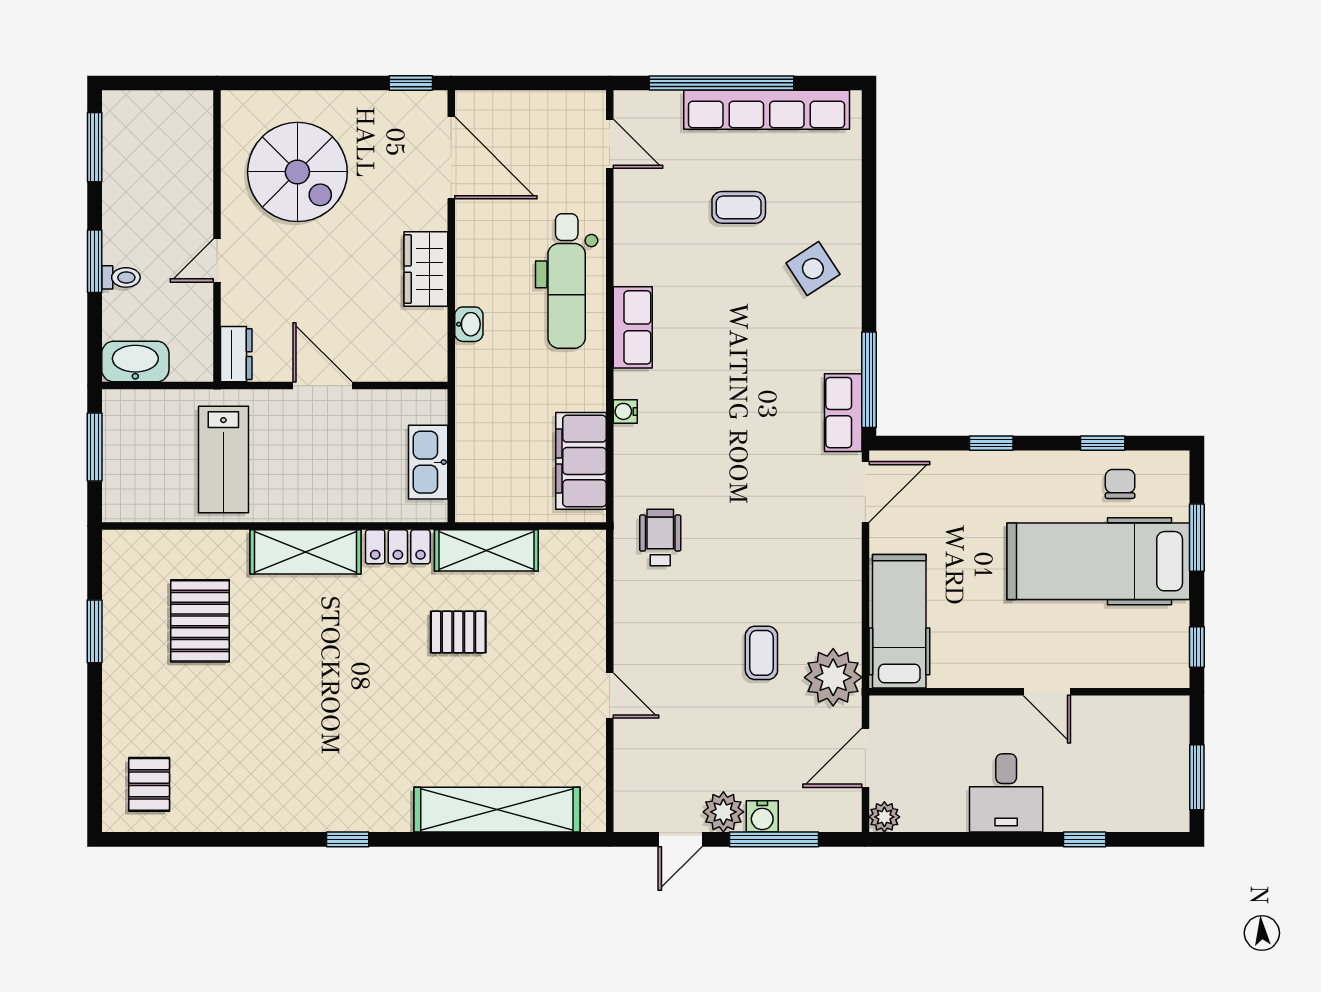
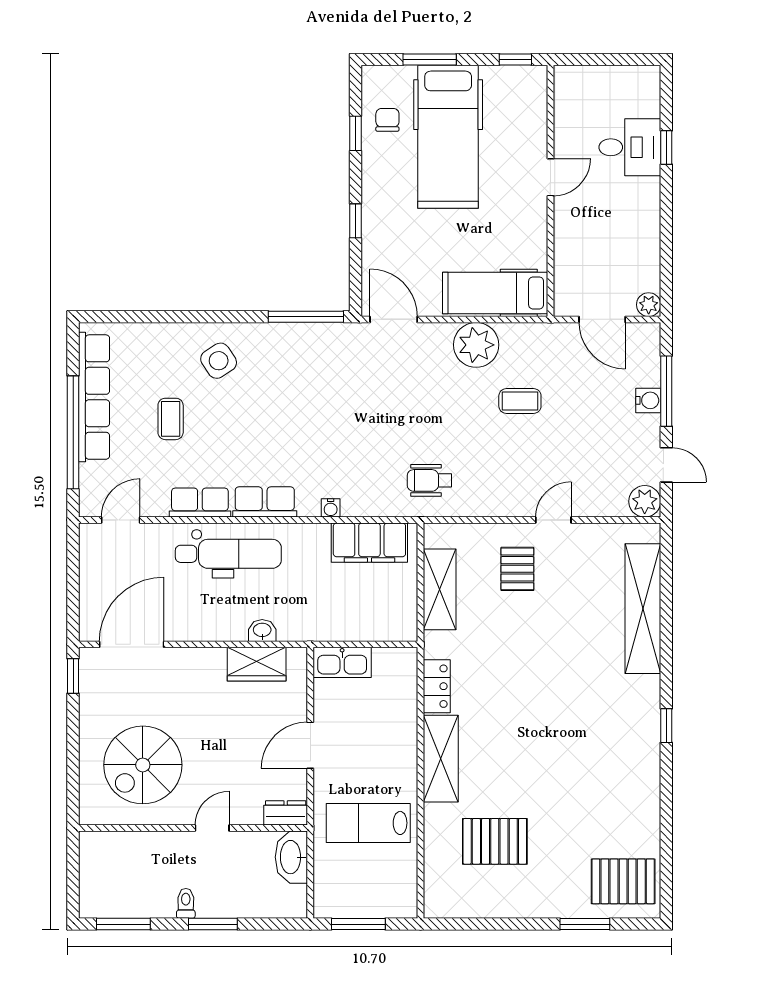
spiral stairs: (297, 172) -> (143, 765), turned 180
door: (217, 260) -> (212, 828), swing flipped
wardrobe: (426, 269) -> (257, 664), moved
toilet: (121, 277) -> (186, 903), moved
washbasin: (135, 361) -> (291, 857), moved
row of seats: (843, 413) -> (200, 503), moved, turned 180
lab bench: (223, 459) -> (368, 823), turned 180
kitchen sink: (428, 462) -> (342, 662), moved
chair: (1120, 484) -> (387, 120), turned 90
shelving: (486, 550) -> (440, 589), moved
window: (95, 631) -> (585, 924), moved
pallet: (458, 632) -> (517, 569), moved
plant: (833, 677) -> (476, 345), moved
window: (1197, 777) -> (617, 60), removed
pallet: (149, 784) -> (623, 881), width x1.50, depth x1.42
desk: (1006, 793) -> (630, 147), moved
plant: (723, 812) -> (645, 501), moved

